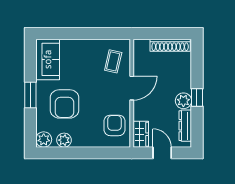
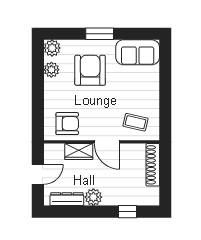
shoe rack: (170, 45) -> (153, 165), moved
window: (197, 97) -> (128, 212), moved
armchair: (65, 104) -> (90, 70), turned 90
wardrobe: (141, 134) -> (79, 152), moved

